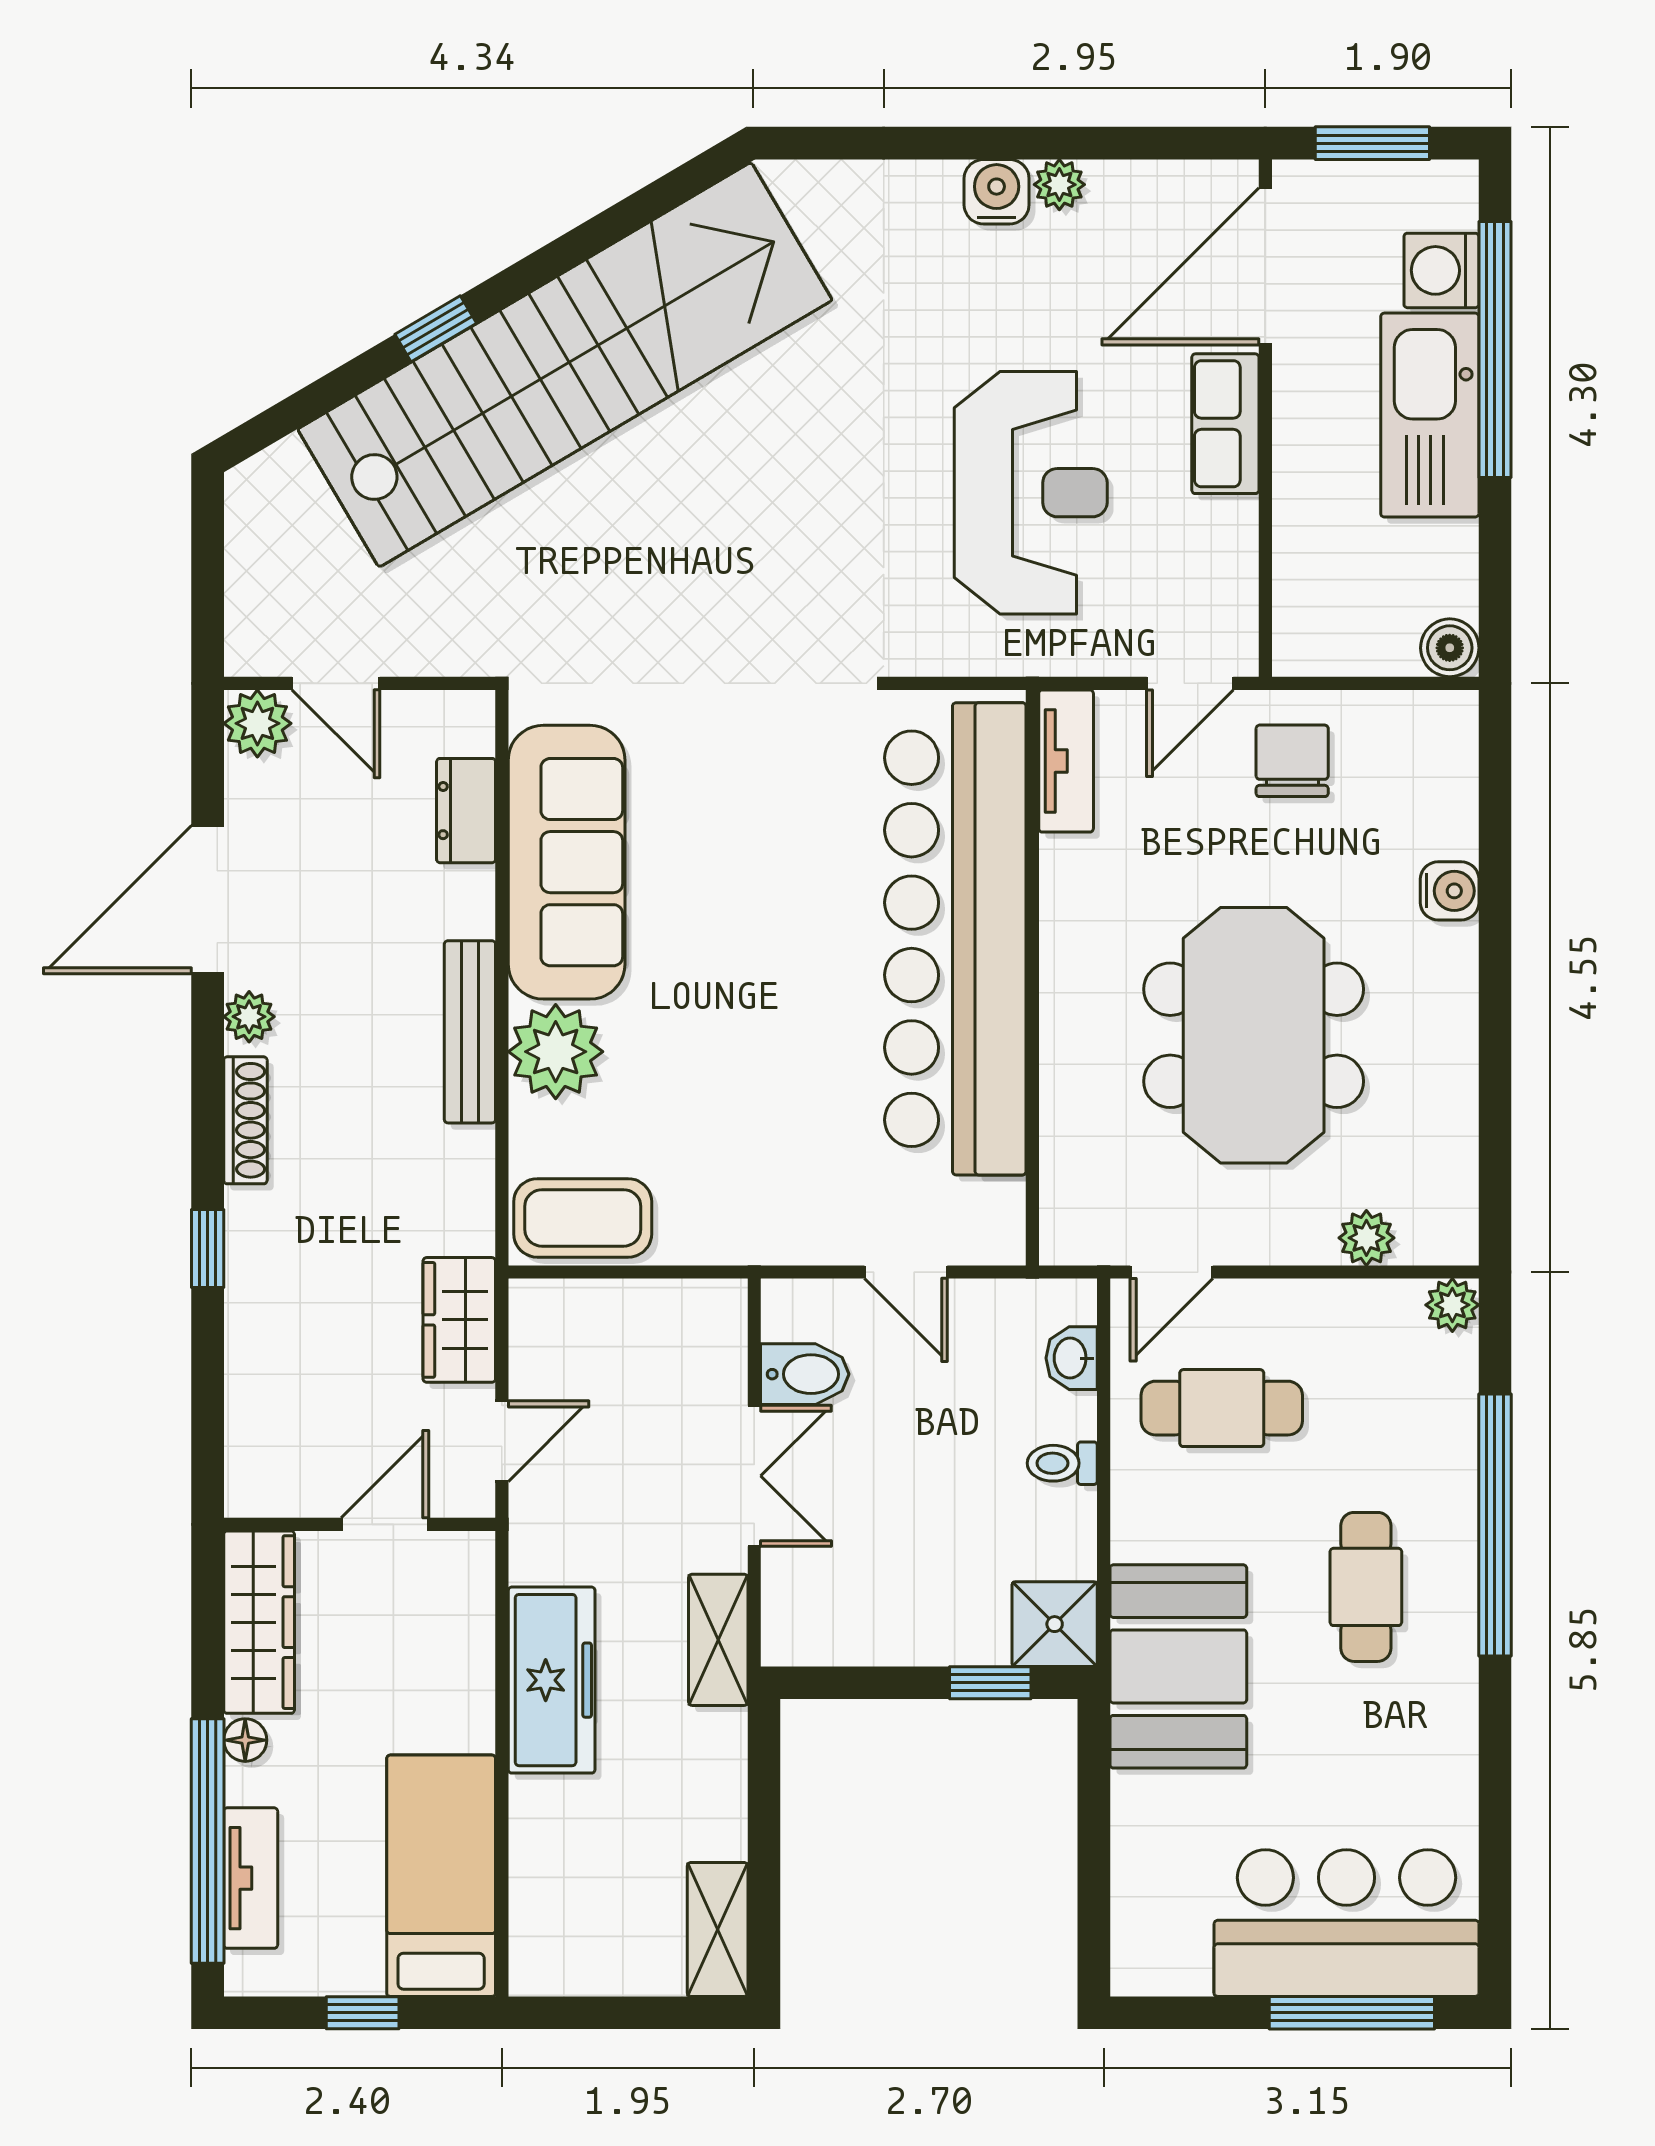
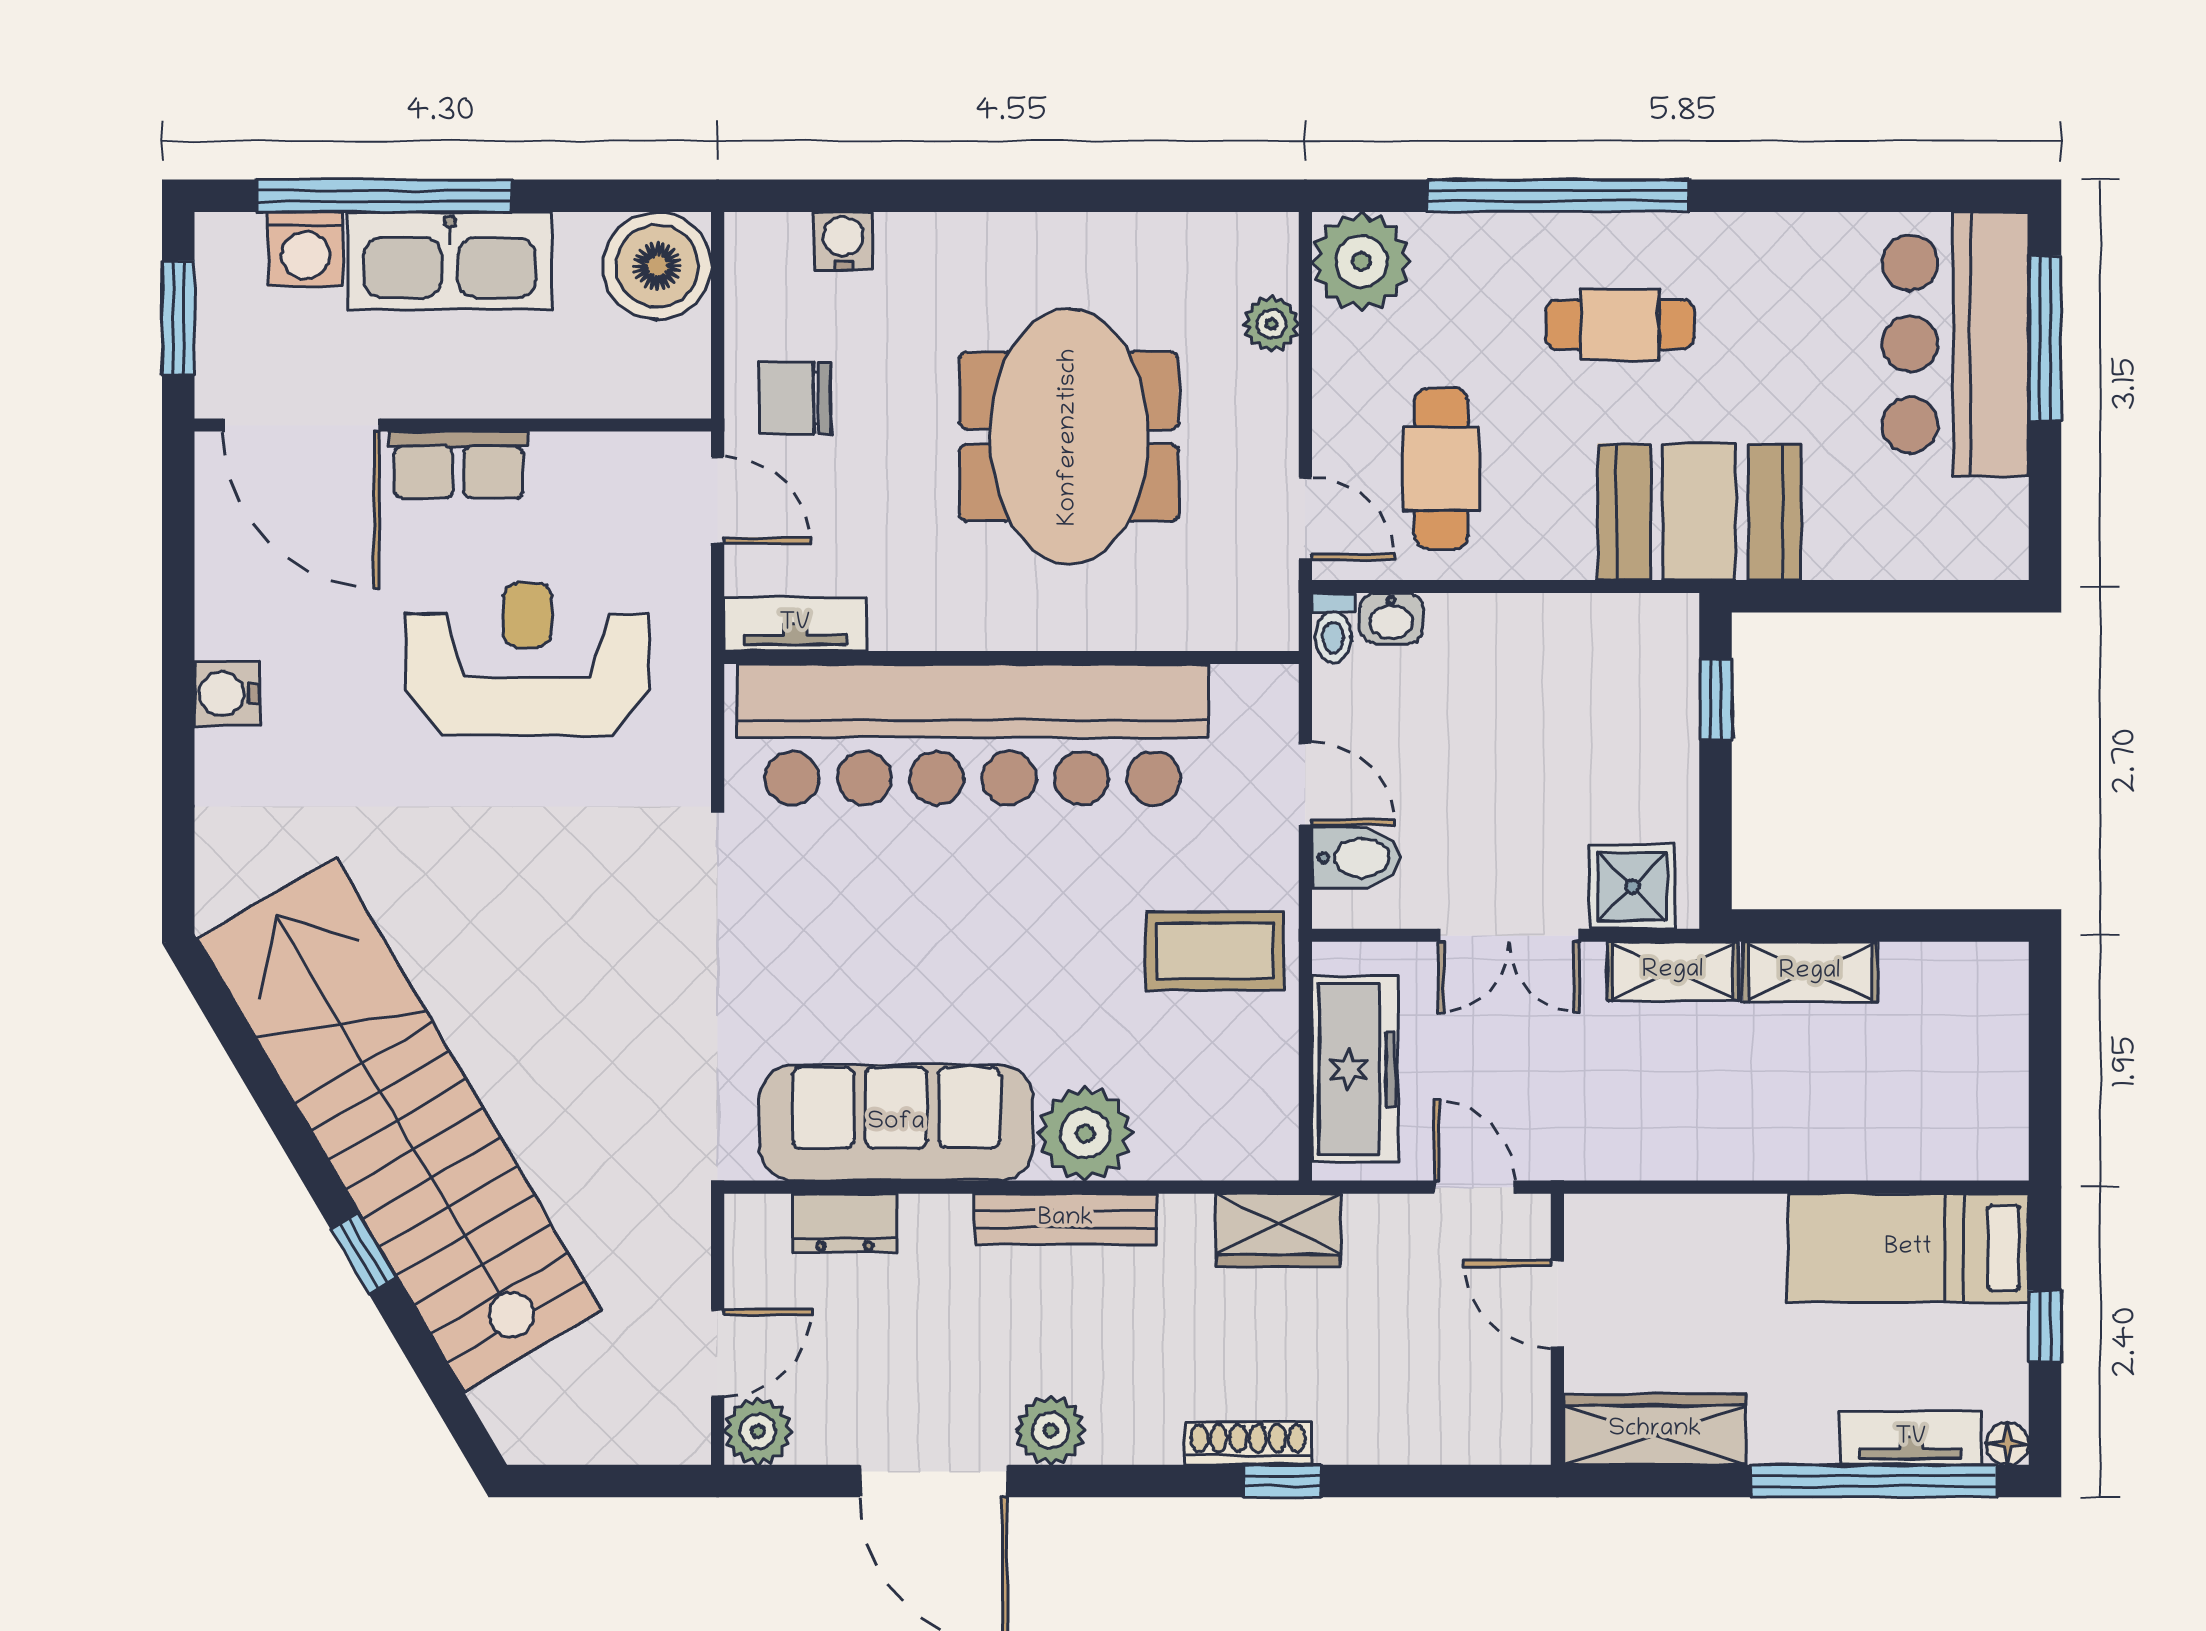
plant: (1059, 185) -> (220, 631), removed
boiler: (1450, 648) -> (657, 266), width x1.86, depth x1.86
water cooler: (1450, 891) -> (843, 241), moved
plant: (249, 1017) -> (1051, 1430), width x1.38, depth x1.38
meeting table: (1254, 1035) -> (1069, 437), turned 90
shoe rack: (245, 1120) -> (1248, 1443), moved
coffee table: (583, 1218) -> (1215, 951), moved, turned 90
door: (906, 1272) -> (1305, 784), hinge flipped
plant: (1452, 1305) -> (1362, 261), width x1.87, depth x1.87
wardrobe: (459, 1320) -> (1278, 1230), moved
bidet: (805, 1374) -> (1356, 858), moved, turned 90
toilet: (1062, 1463) -> (1333, 628), moved
double door: (754, 1476) -> (1509, 935), swing flipped
shower: (1055, 1624) -> (1632, 886), moved
freezer: (552, 1680) -> (1355, 1069), moved, turned 90
floor lamp: (245, 1740) -> (2007, 1444), moved
shelving: (718, 1929) -> (1810, 972), moved

